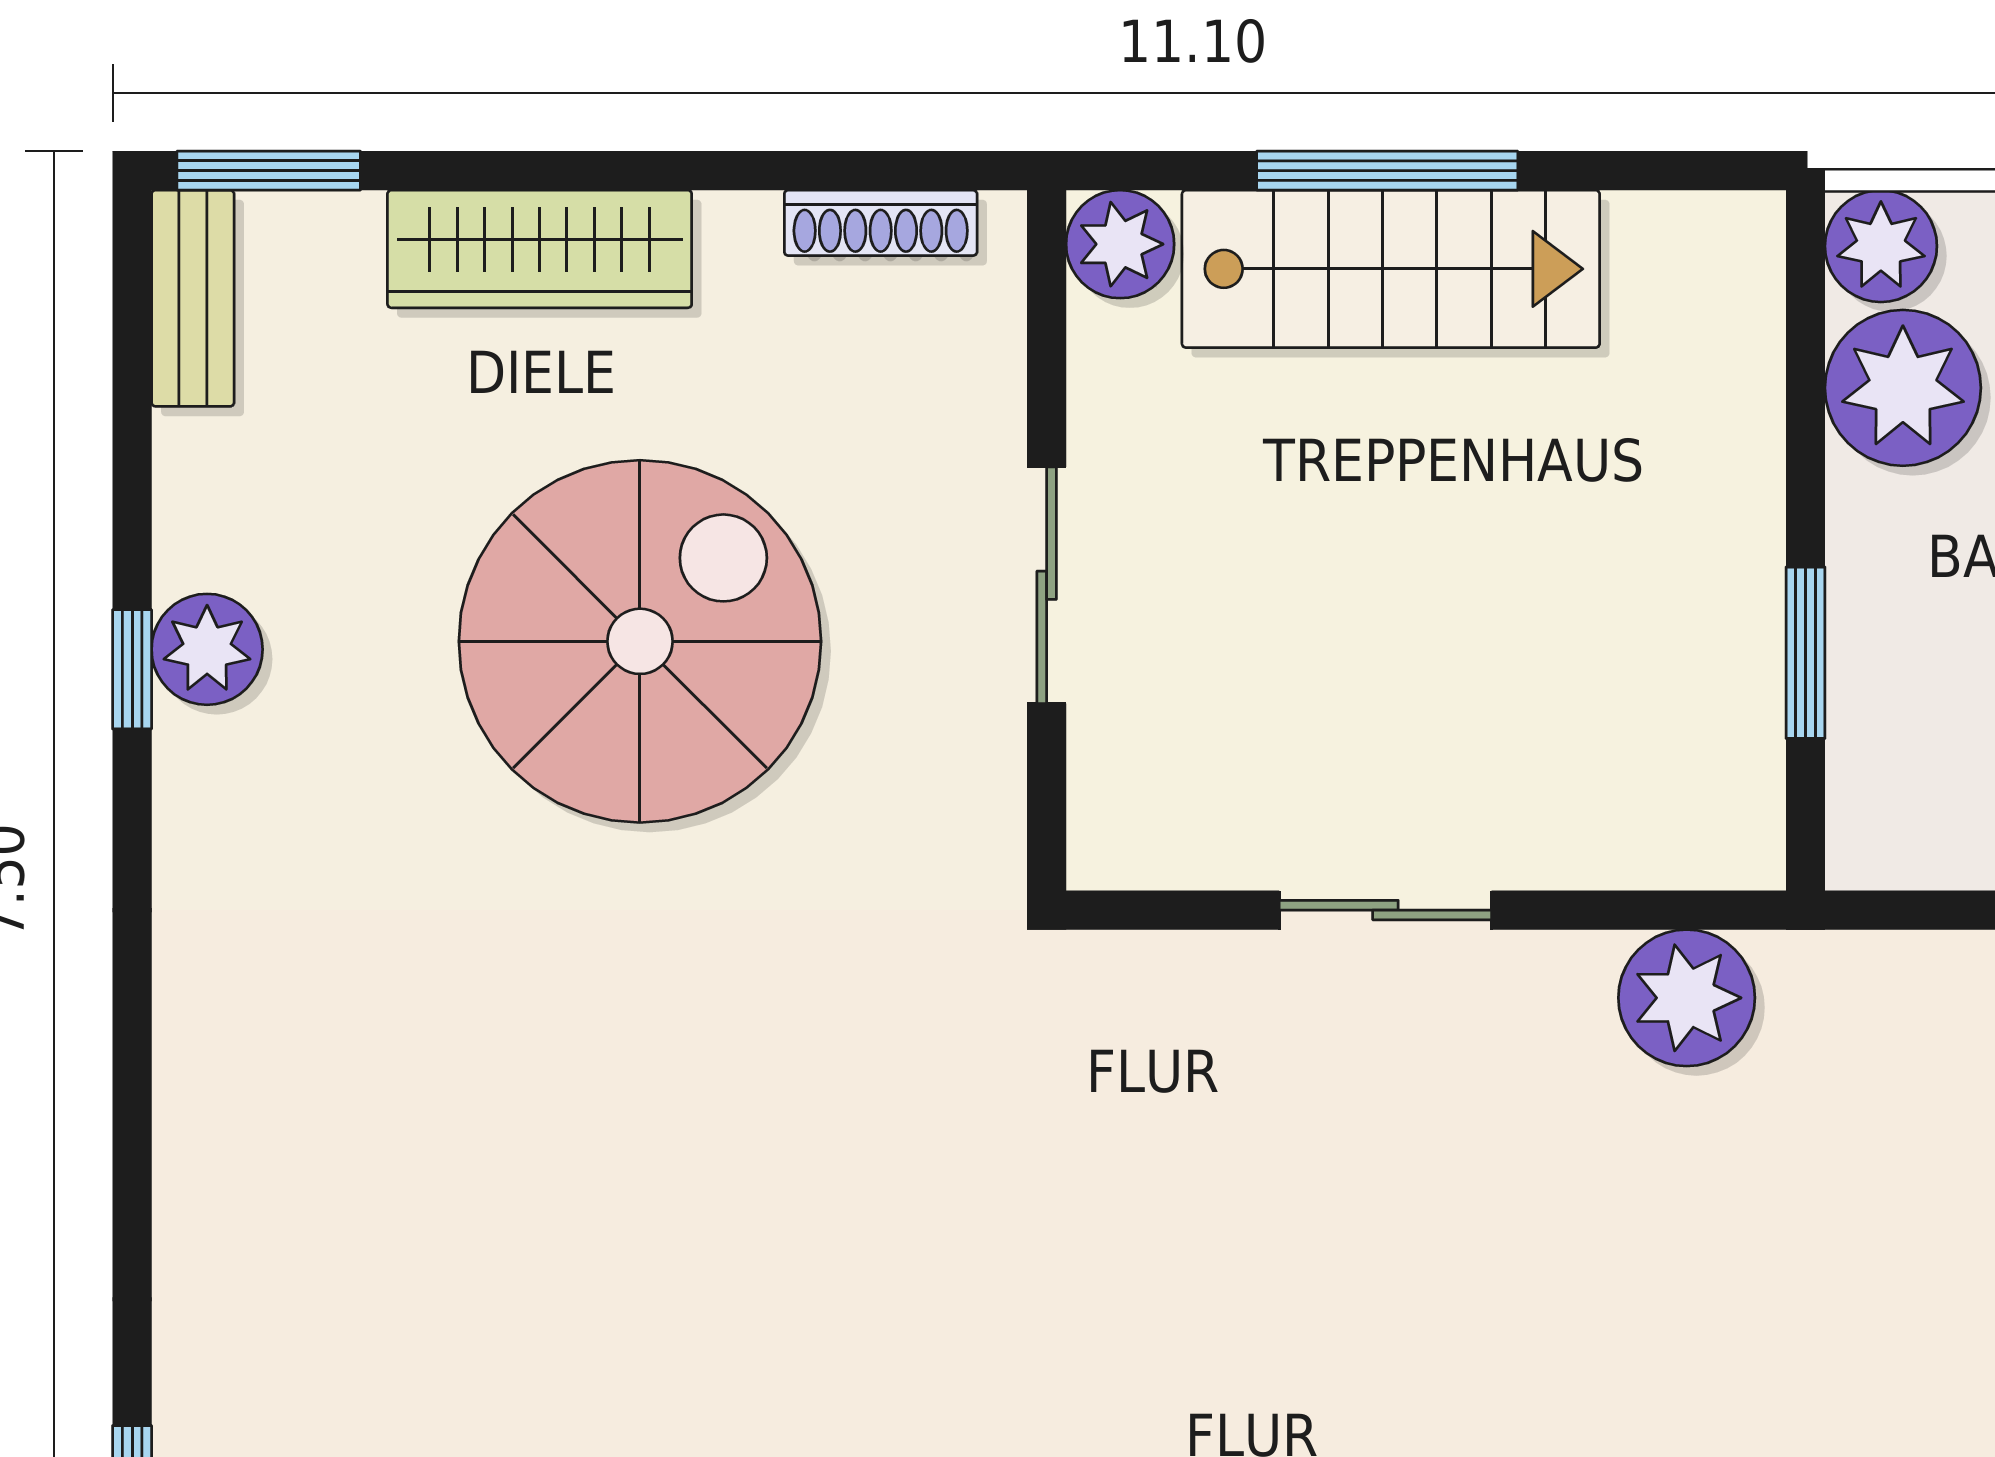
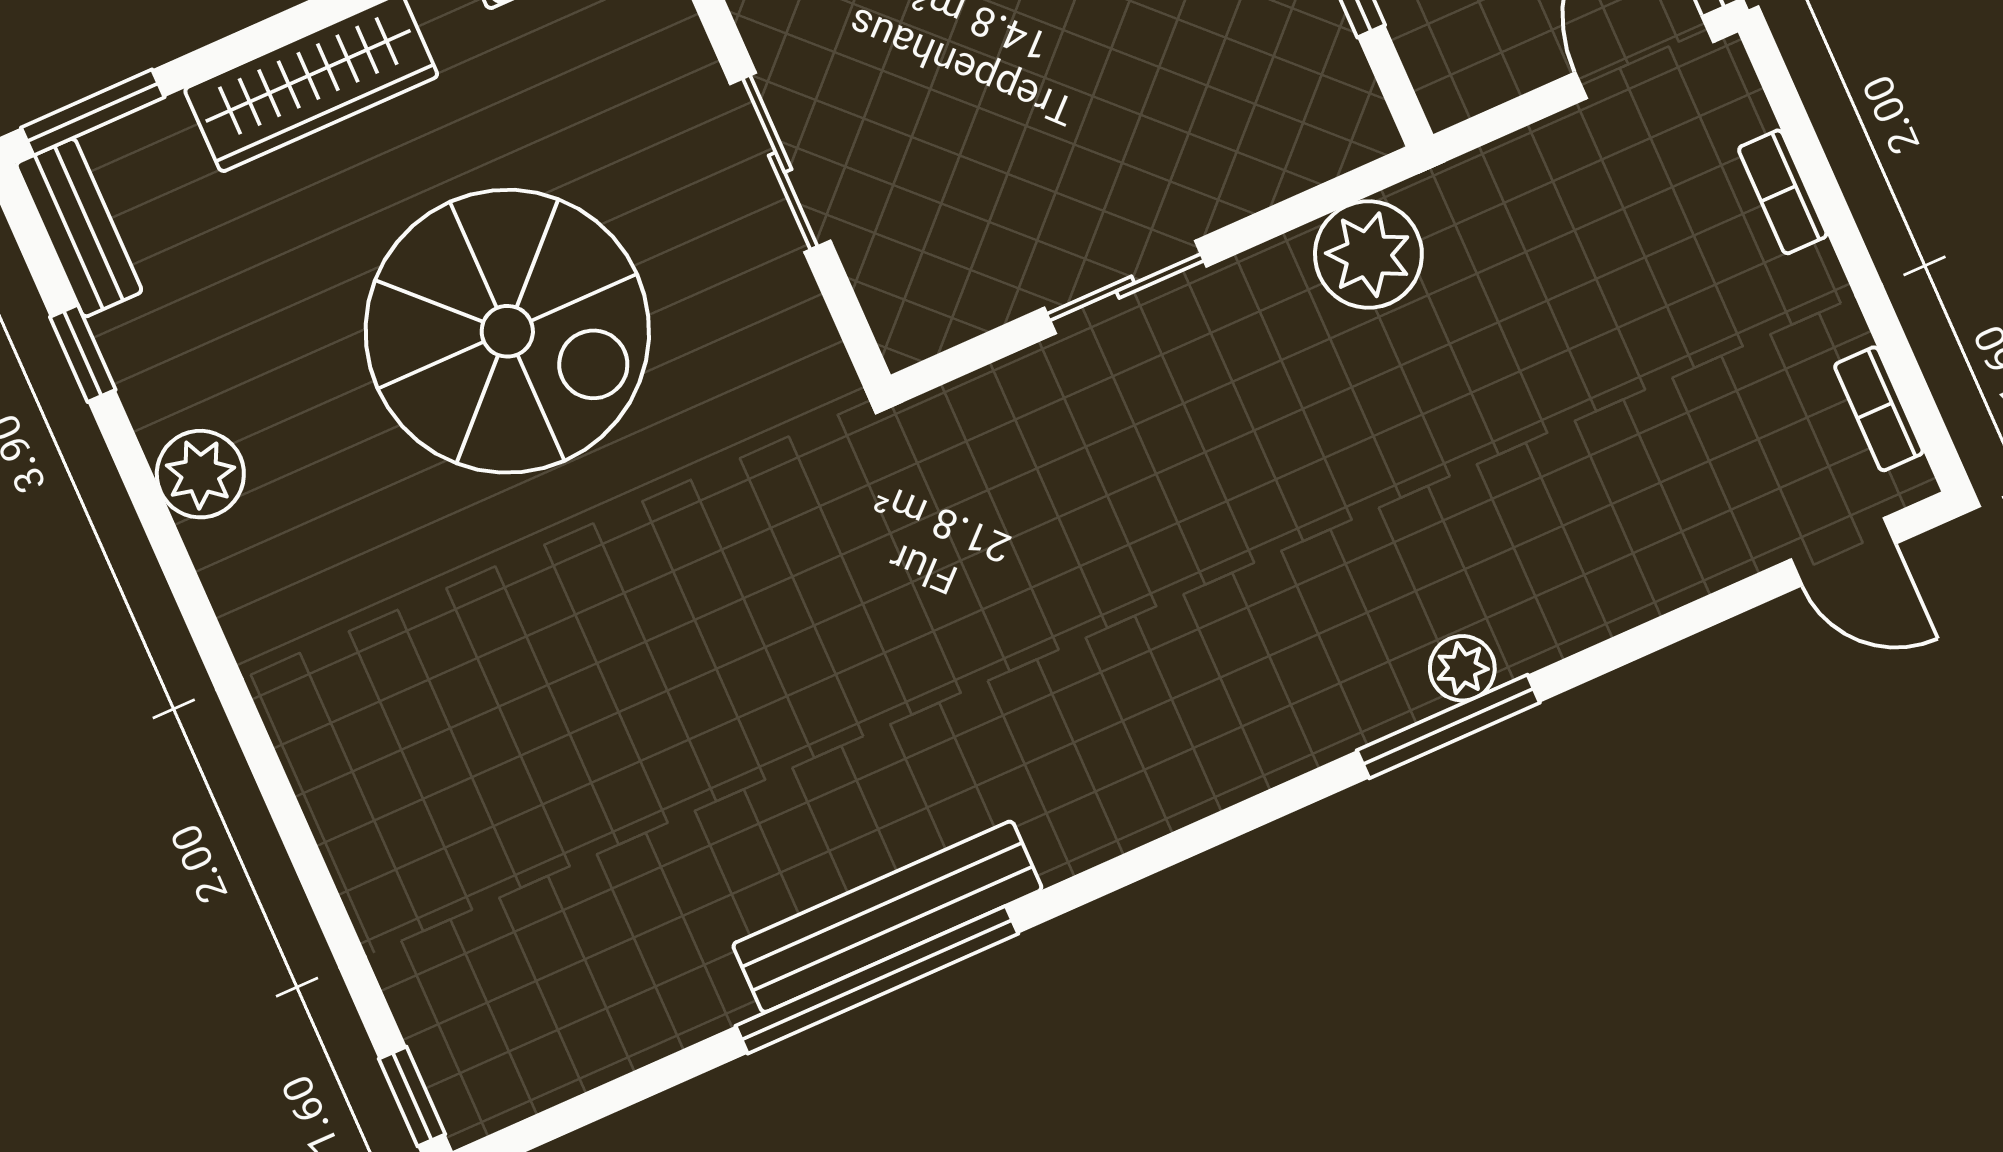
spiral stairs: (640, 641) -> (507, 331), turned 90
window: (132, 669) -> (83, 353), moved

